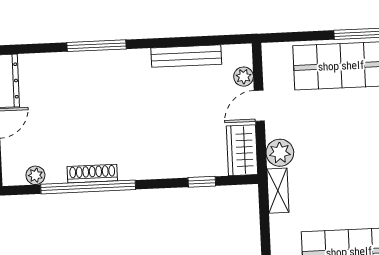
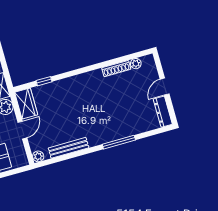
plant: (244, 77) -> (38, 156), moved
shoe rack: (92, 174) -> (116, 69), moved
window: (88, 187) -> (106, 64), removed

